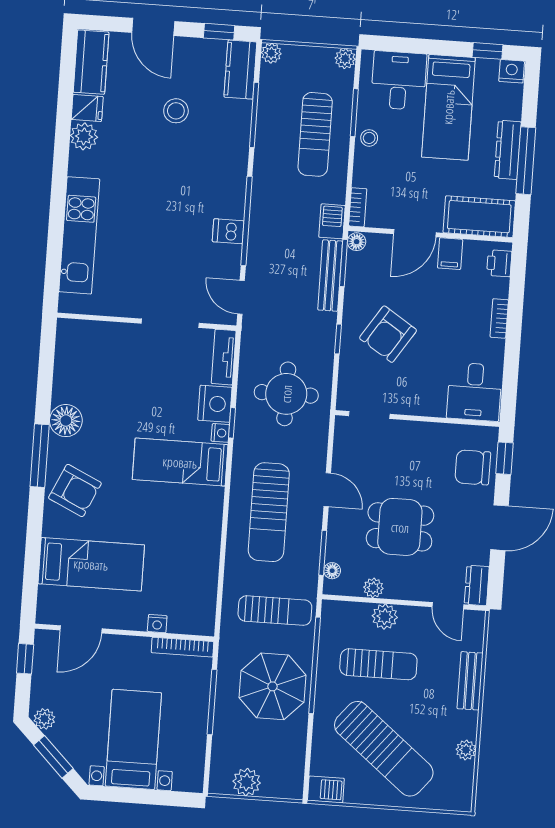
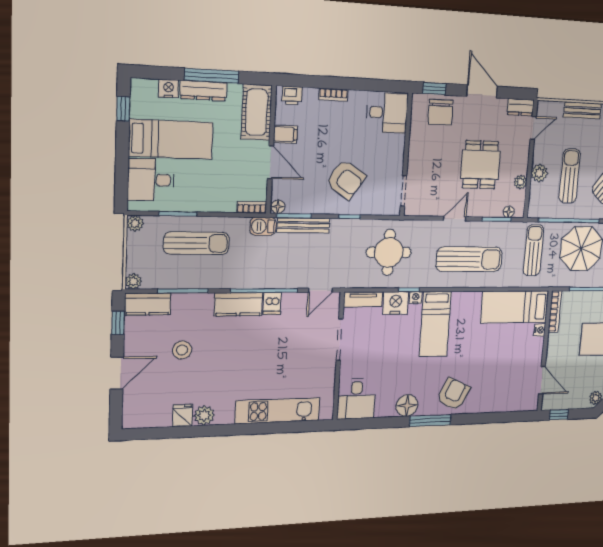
kitchen counter: (91, 62) -> (238, 304), moved, turned 180
nightstand: (512, 71) -> (168, 89), moved, turned 90
stool: (369, 138) -> (198, 201), removed
desk: (84, 346) -> (356, 399), added
bed: (91, 564) -> (515, 307), moved, turned -90

